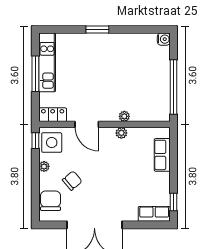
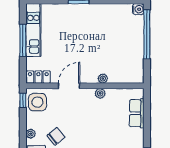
window: (173, 87) -> (147, 34), moved
door: (87, 124) -> (69, 86), swing flipped
plant: (44, 166) -> (31, 134), moved

